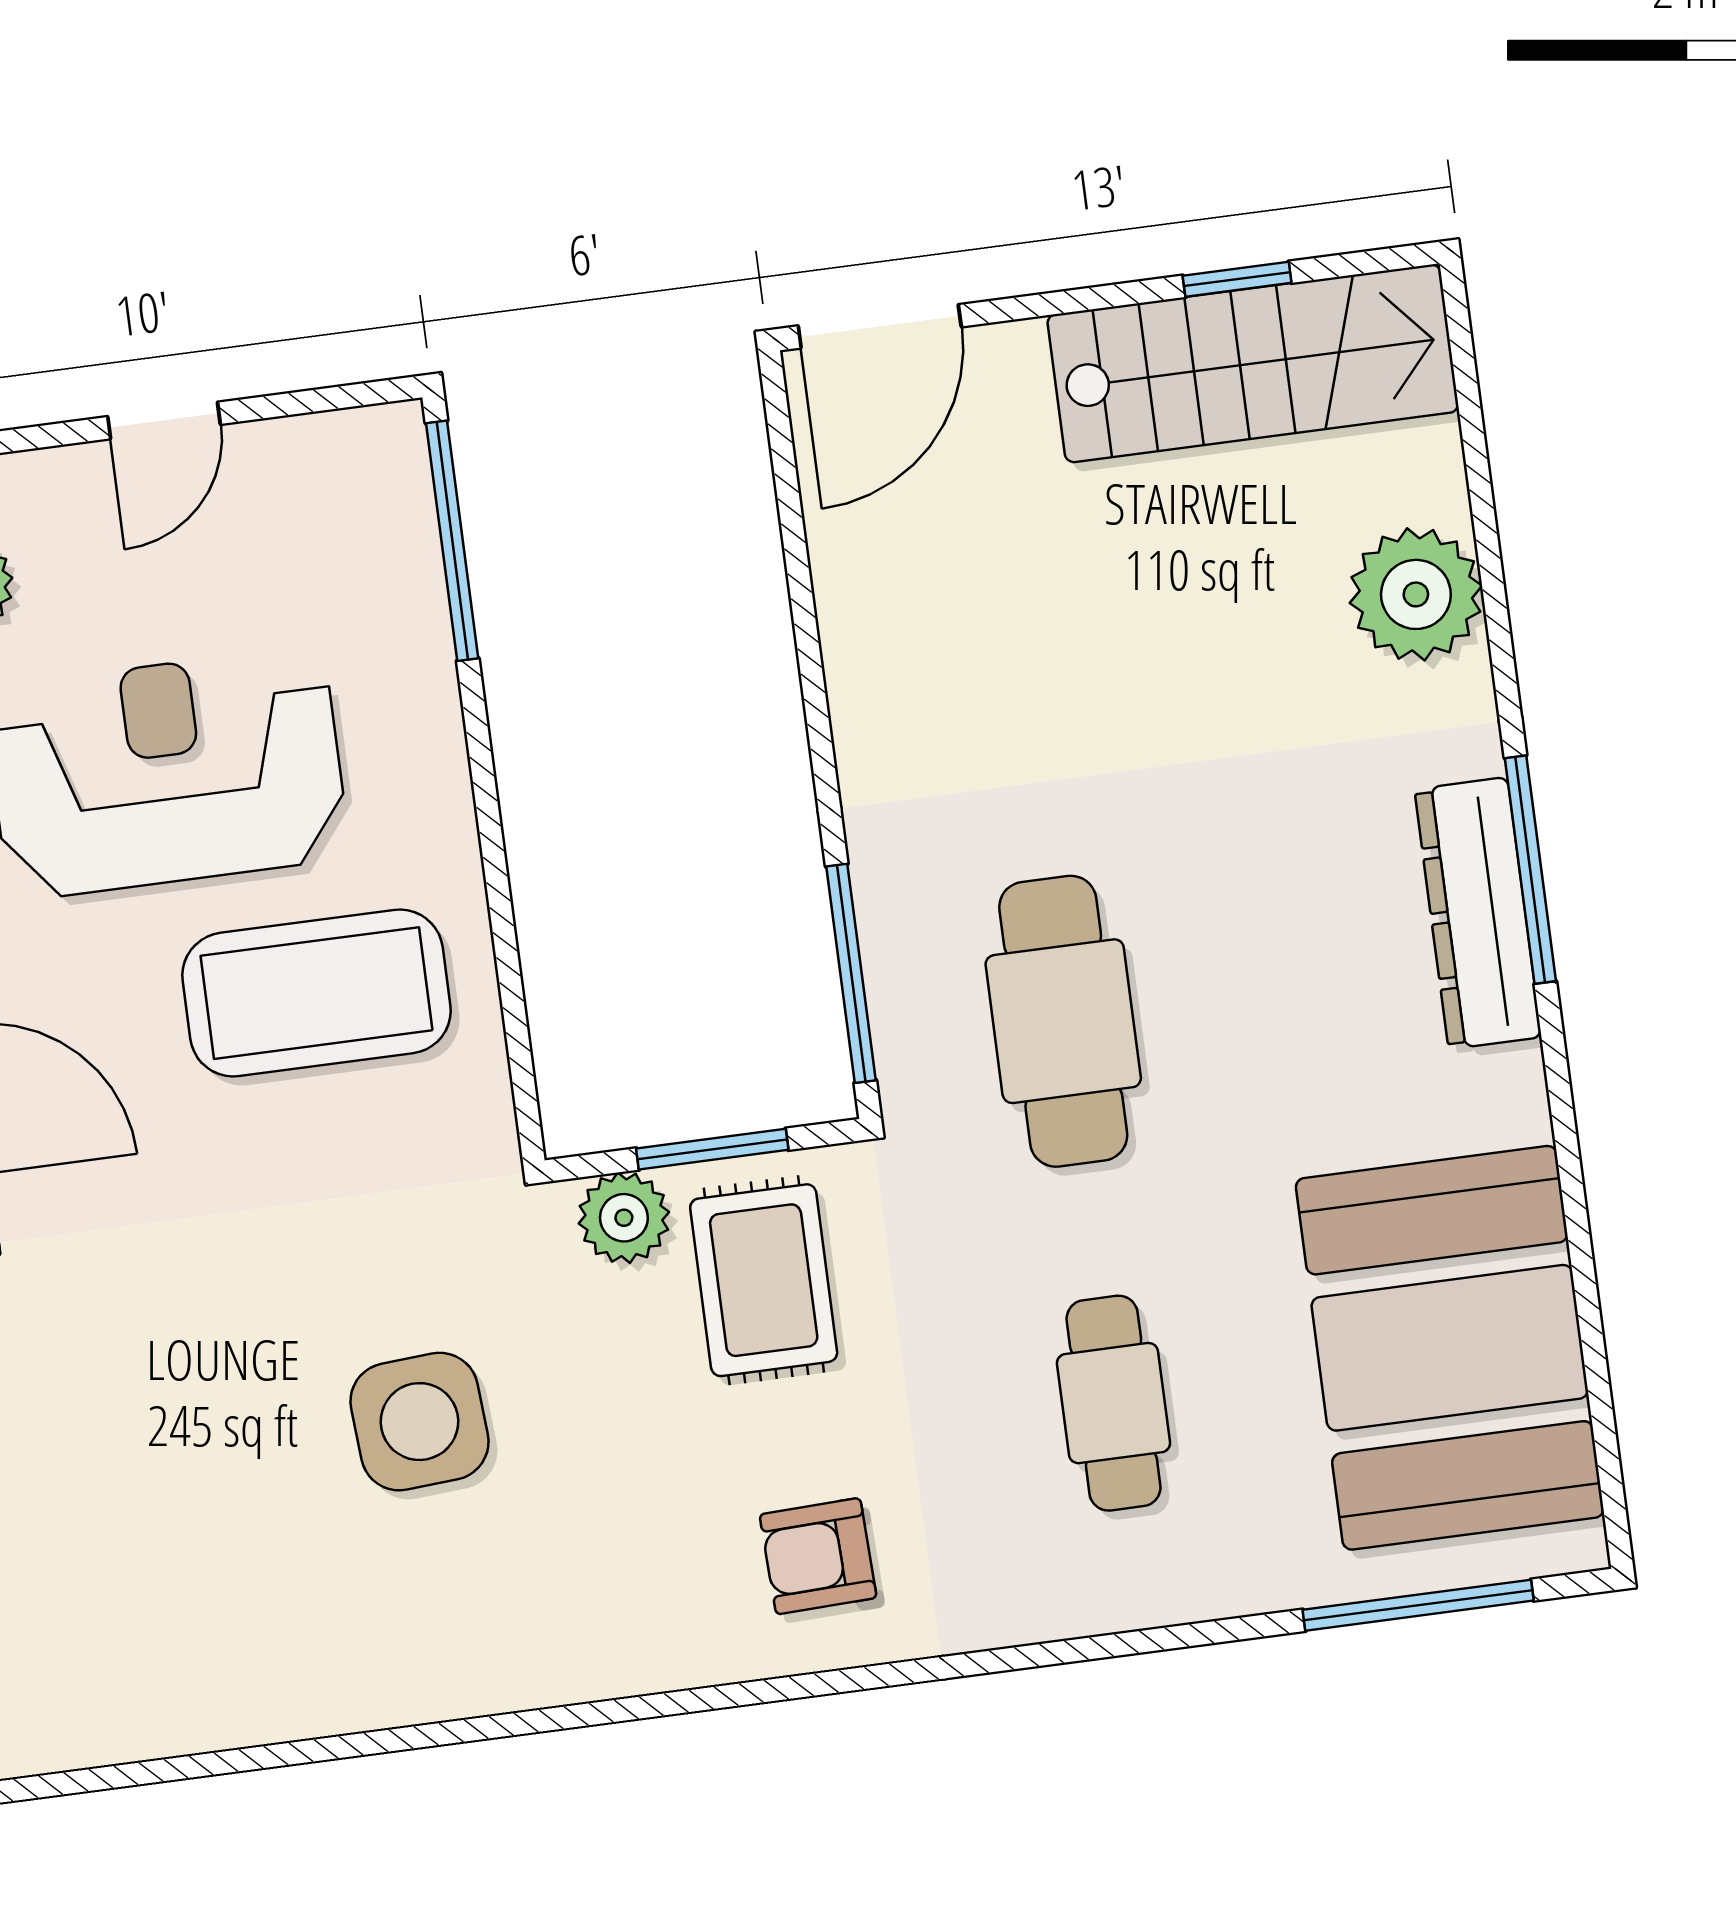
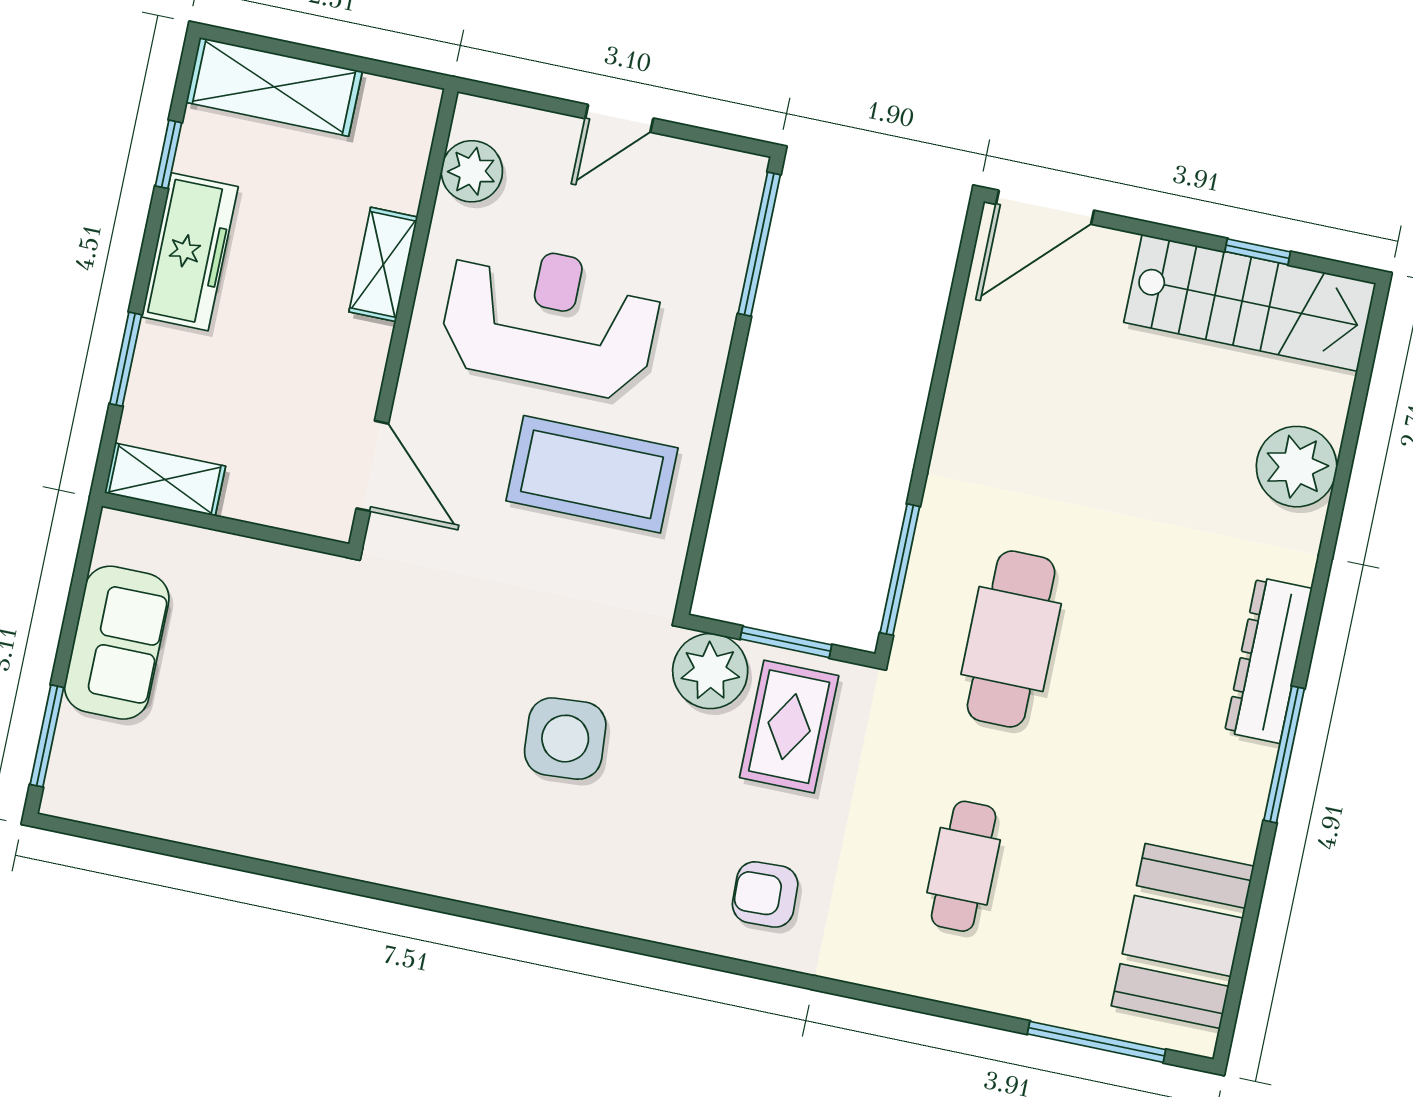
window: (1530, 870) -> (1284, 754), moved
plant: (624, 1218) -> (710, 671), width x1.36, depth x1.36
booth: (1450, 1348) -> (1183, 936), width x0.73, depth x0.70

